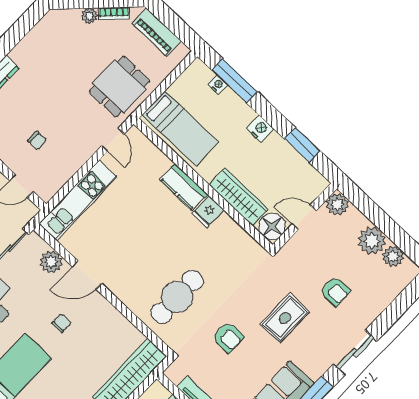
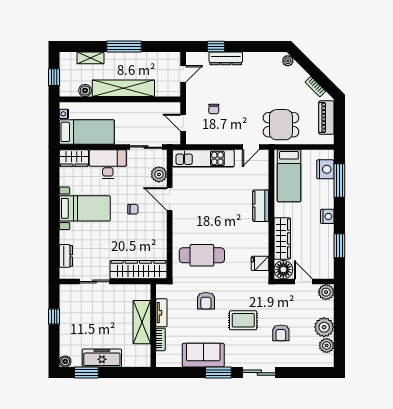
plant: (89, 16) -> (288, 61), moved
nightstand: (218, 85) -> (325, 169), width x1.89, depth x1.79
fridge: (208, 212) -> (260, 263), moved

